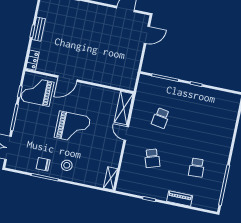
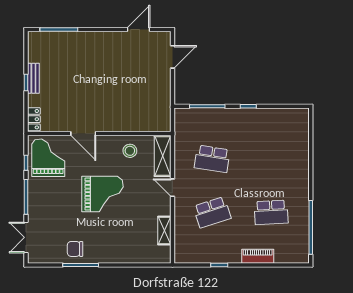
door: (67, 79) -> (83, 134), hinge flipped
grand piano: (37, 91) -> (48, 158), turned 90
school desk: (161, 118) -> (212, 159), width x1.85
school desk: (152, 158) -> (212, 212), width x1.85
stool: (67, 165) -> (130, 151), moved
school desk: (197, 168) -> (271, 212), width x1.85
shelving: (110, 178) -> (164, 231), moved

